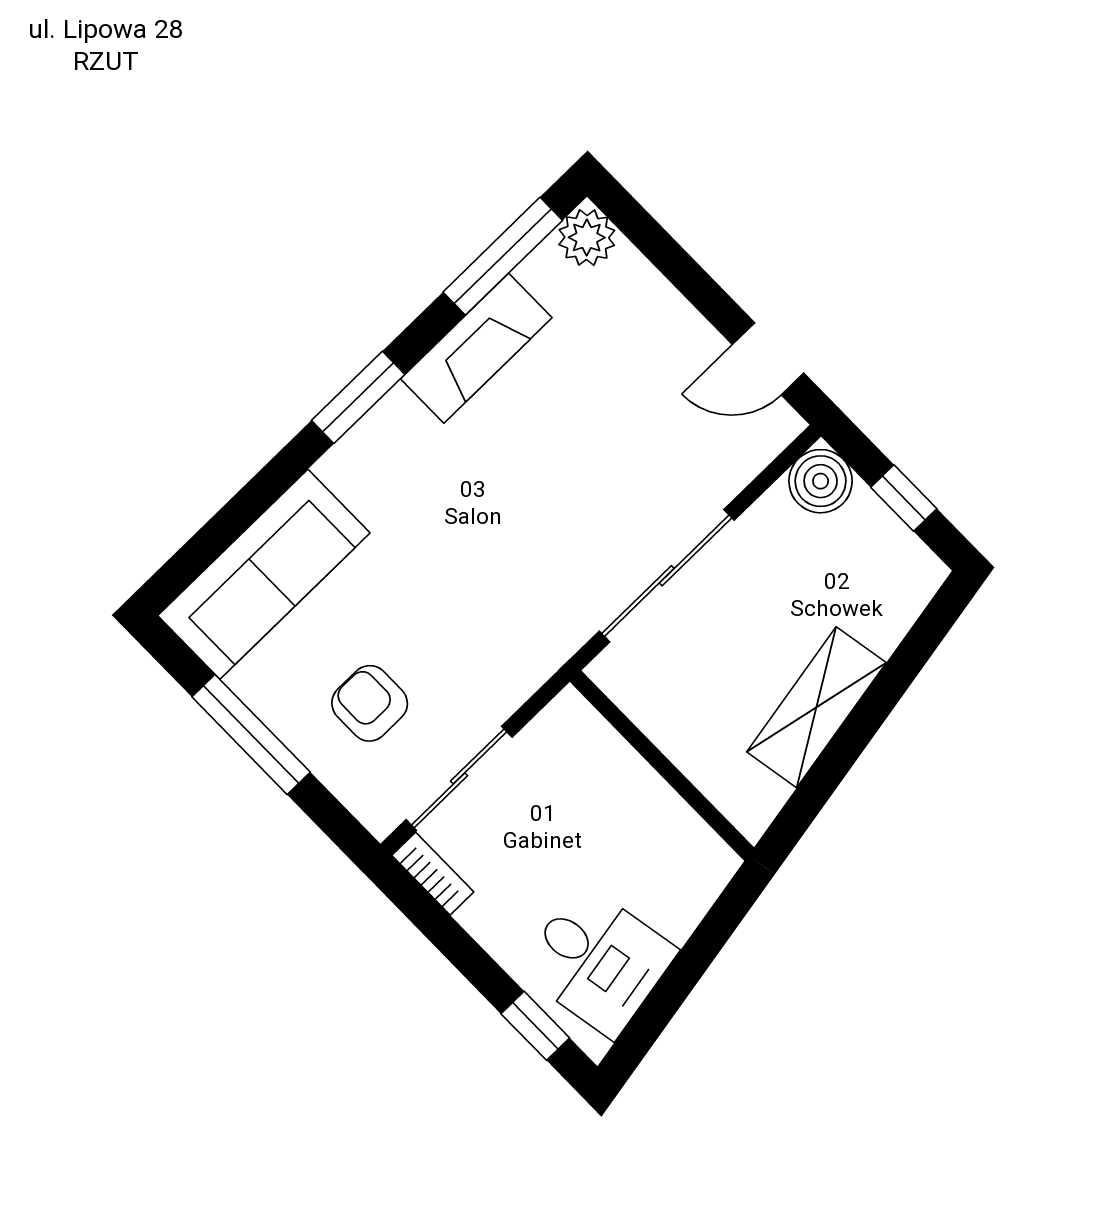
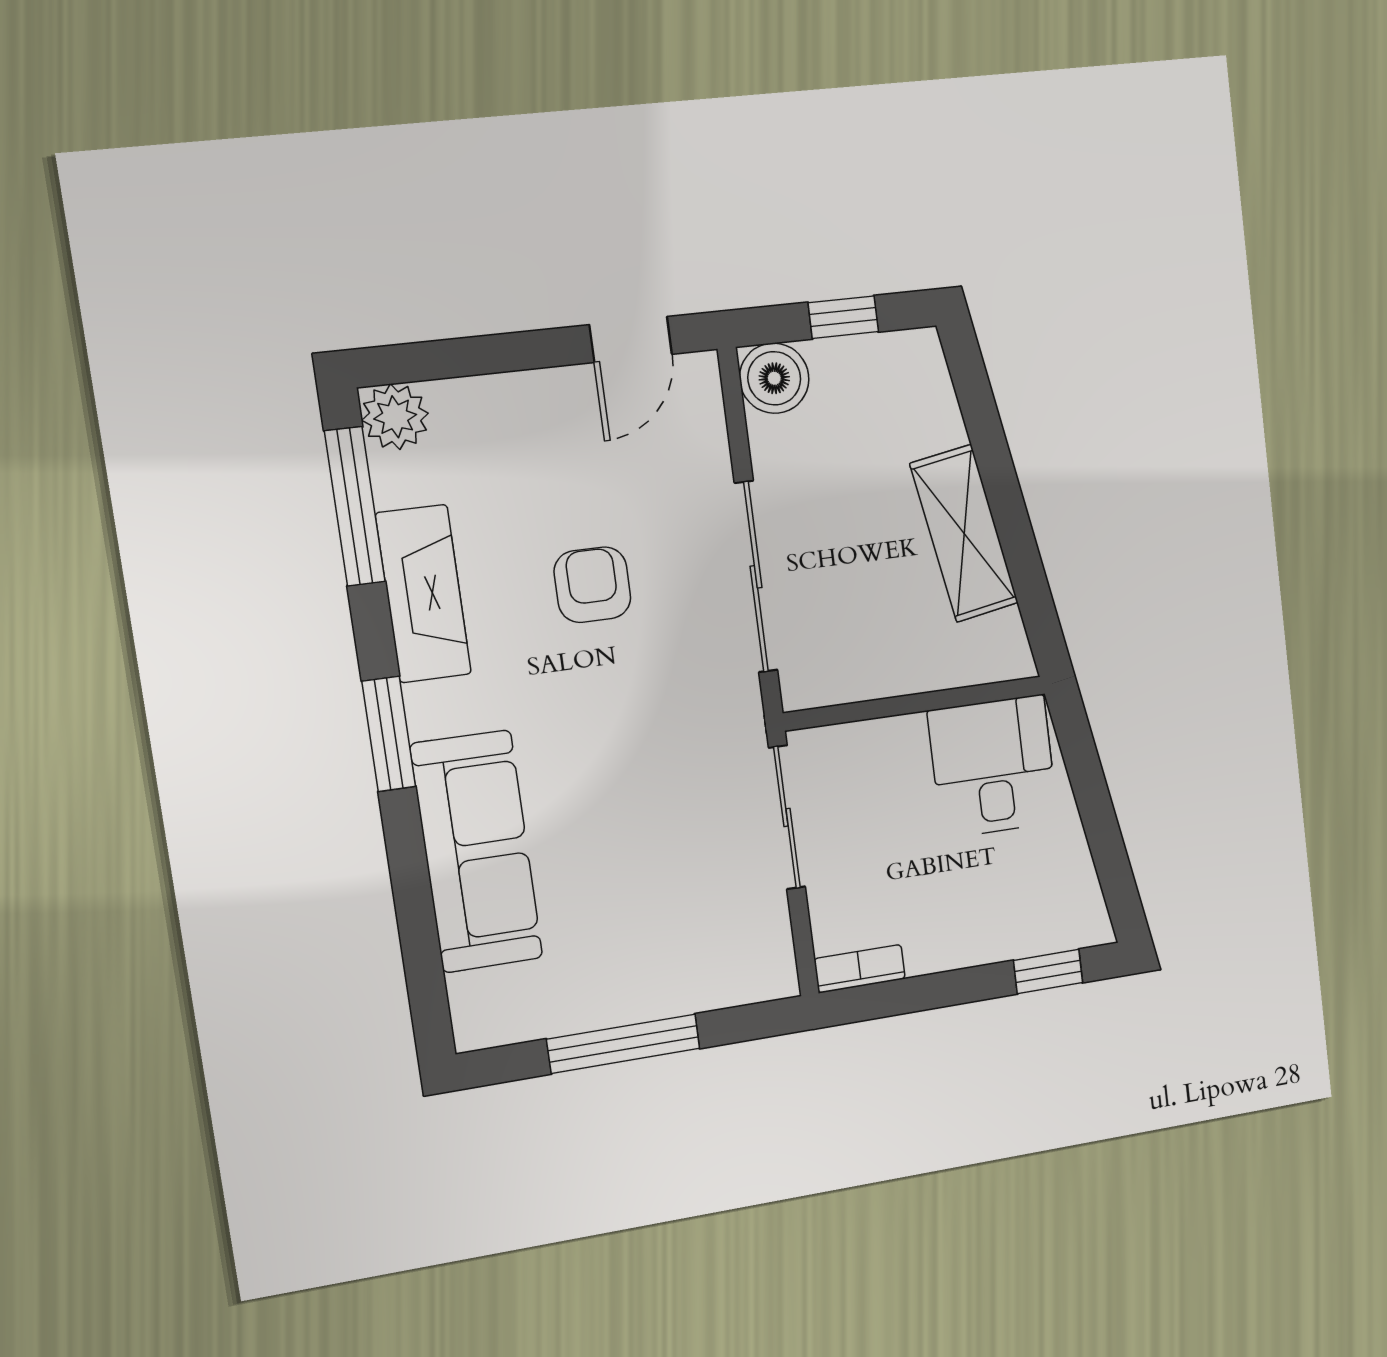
sofa: (264, 574) -> (477, 852), moved
armchair: (370, 703) -> (592, 585), moved, turned 90
sliding door: (459, 778) -> (787, 817), moved
desk: (598, 961) -> (993, 766), moved, turned -80

